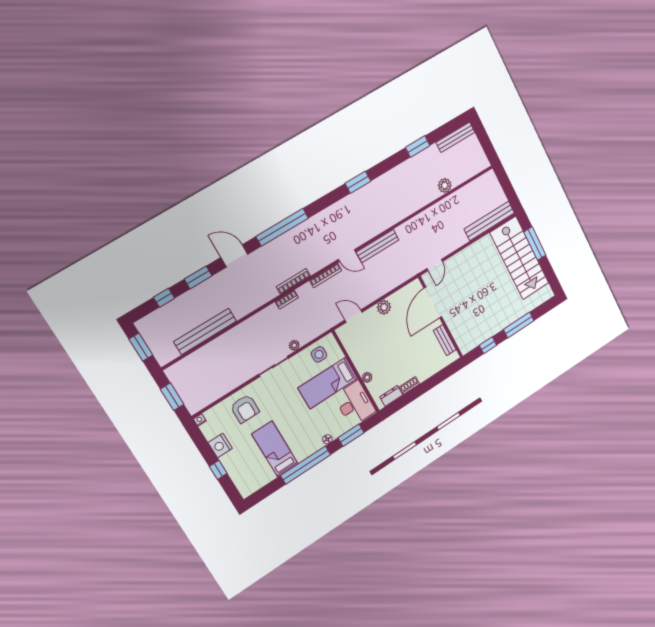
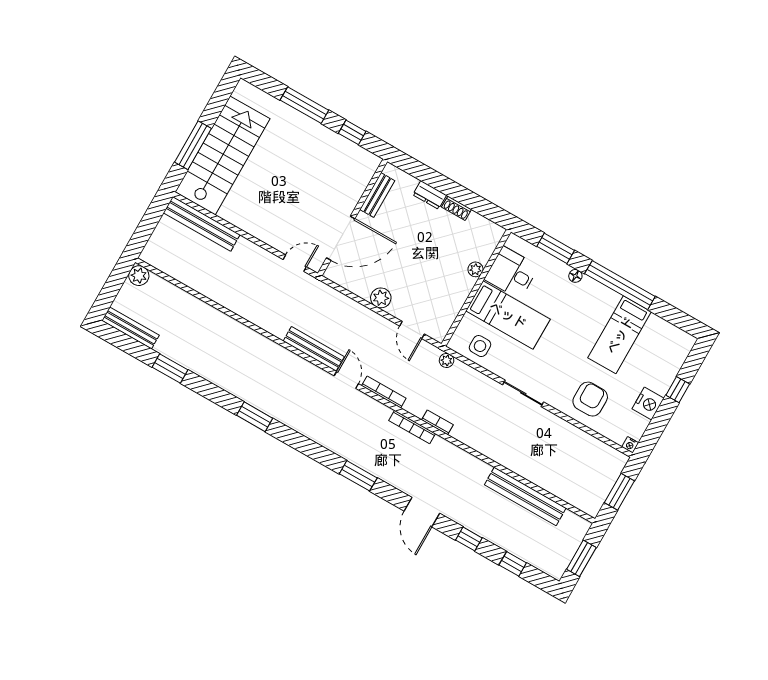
plant: (445, 185) -> (139, 276), moved
window: (282, 227) -> (358, 476), width x0.47
window: (198, 277) -> (469, 539), width x0.67
plant: (294, 345) -> (447, 360), moved
dresser: (391, 396) -> (430, 195), moved
desk: (355, 404) -> (512, 273), width x0.73

